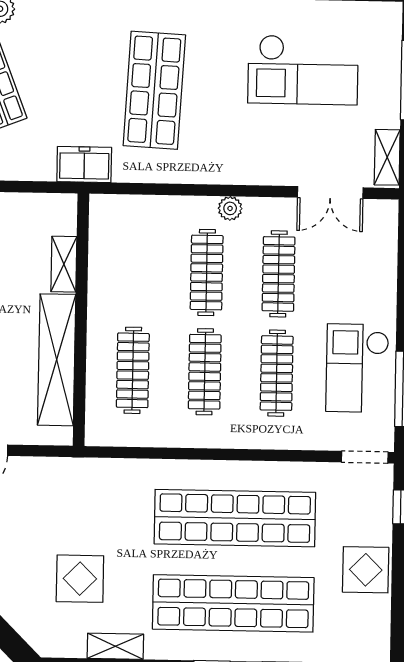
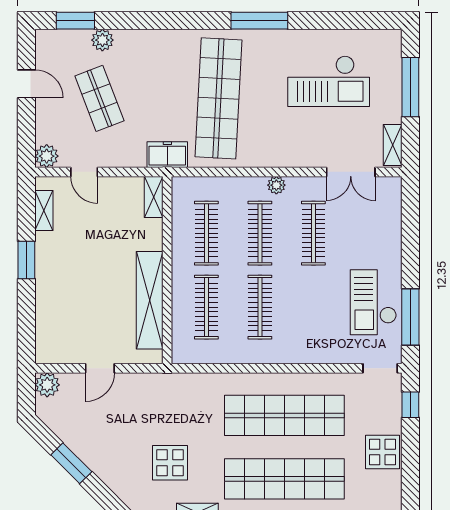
shop shelf: (154, 90) -> (218, 98), width x1.40
shelving: (64, 264) -> (154, 197), moved
clothes rail: (277, 373) -> (206, 233), moved

